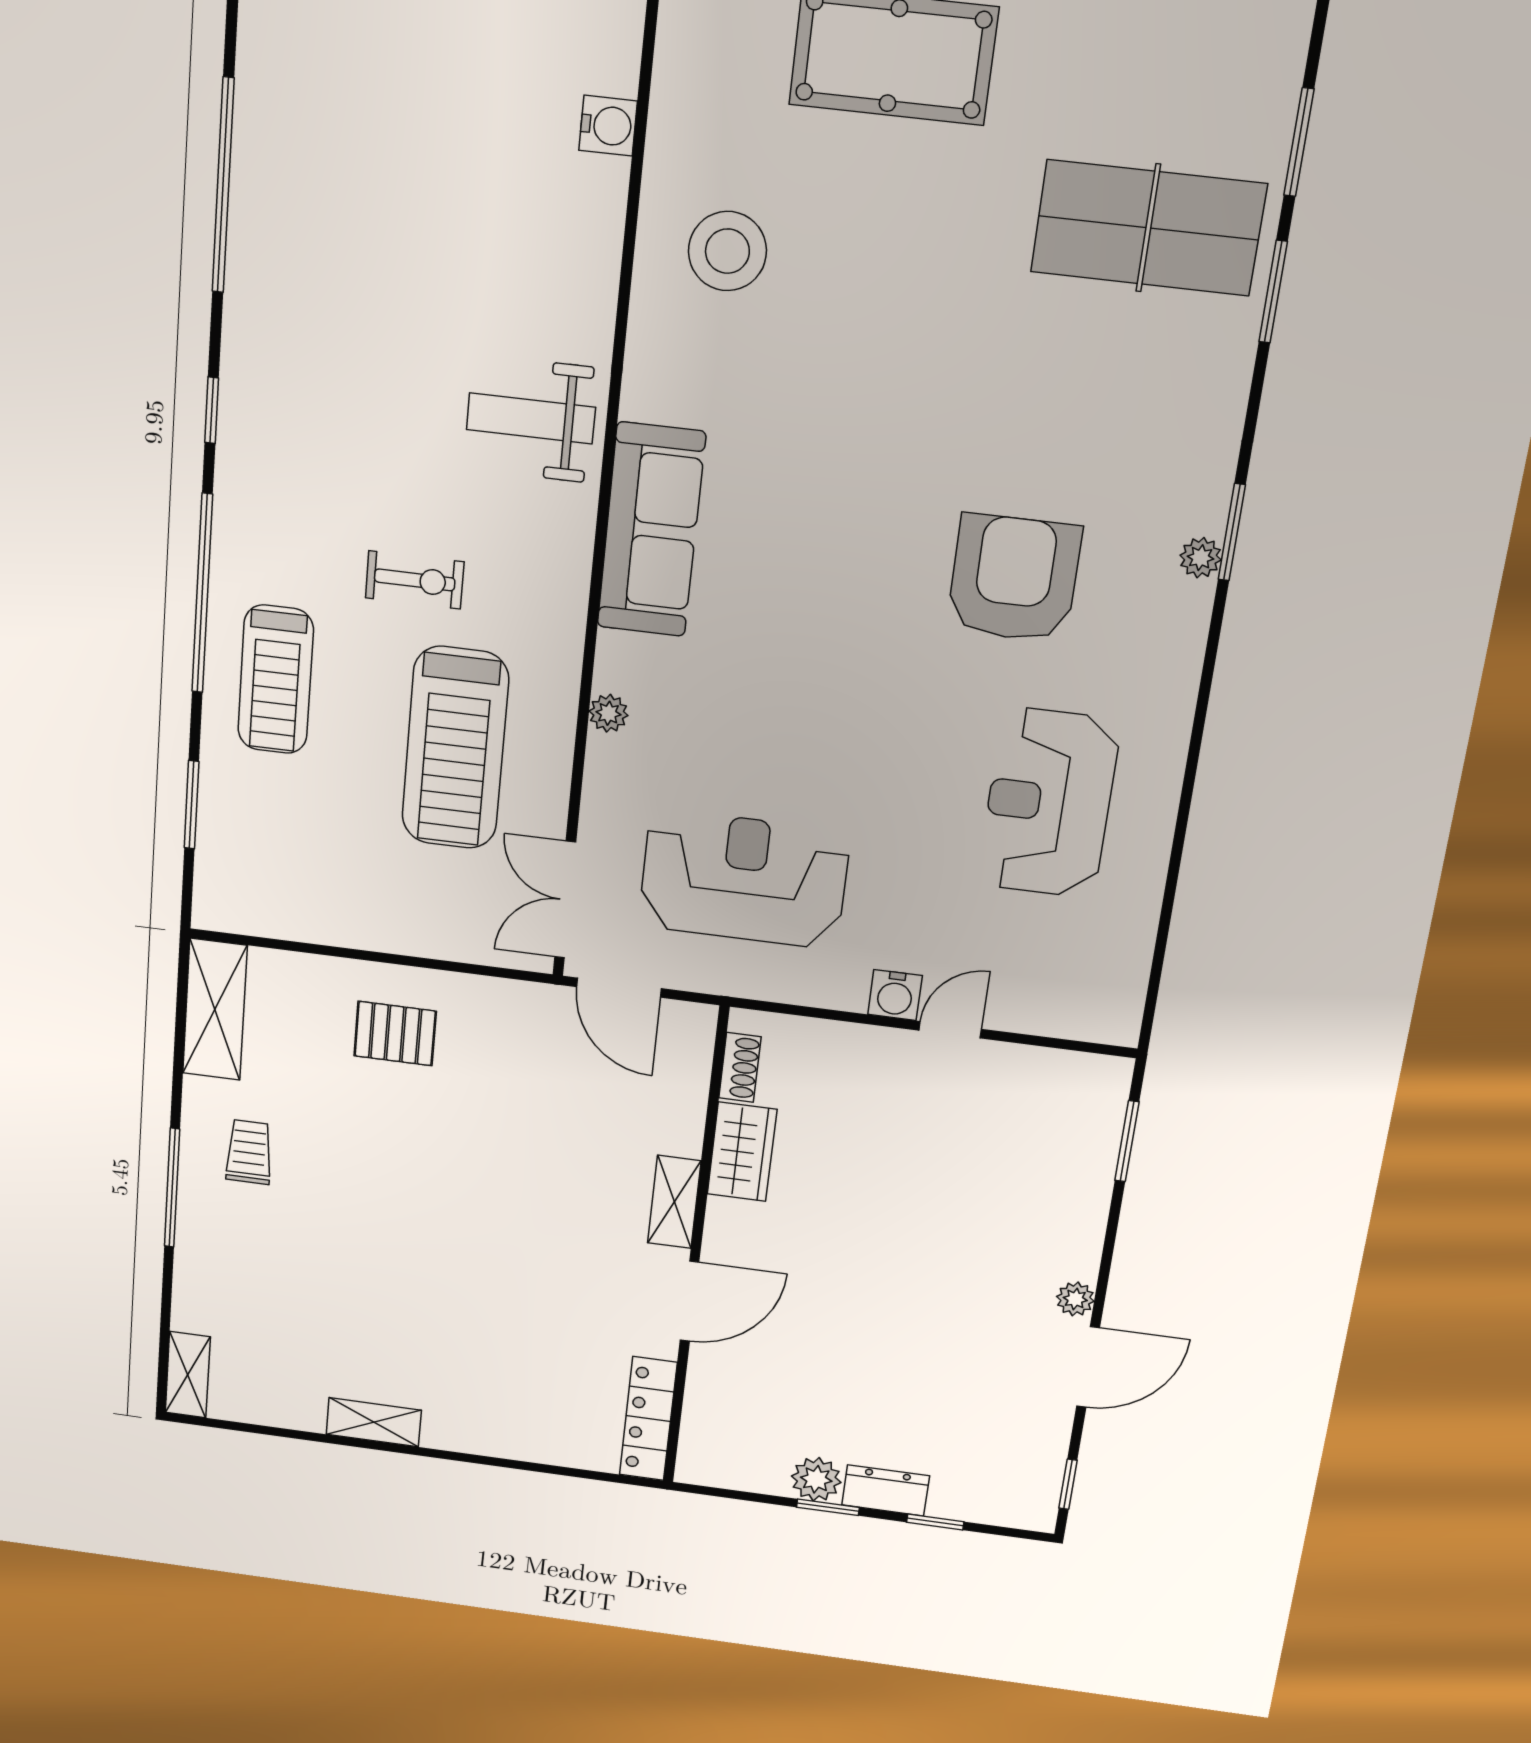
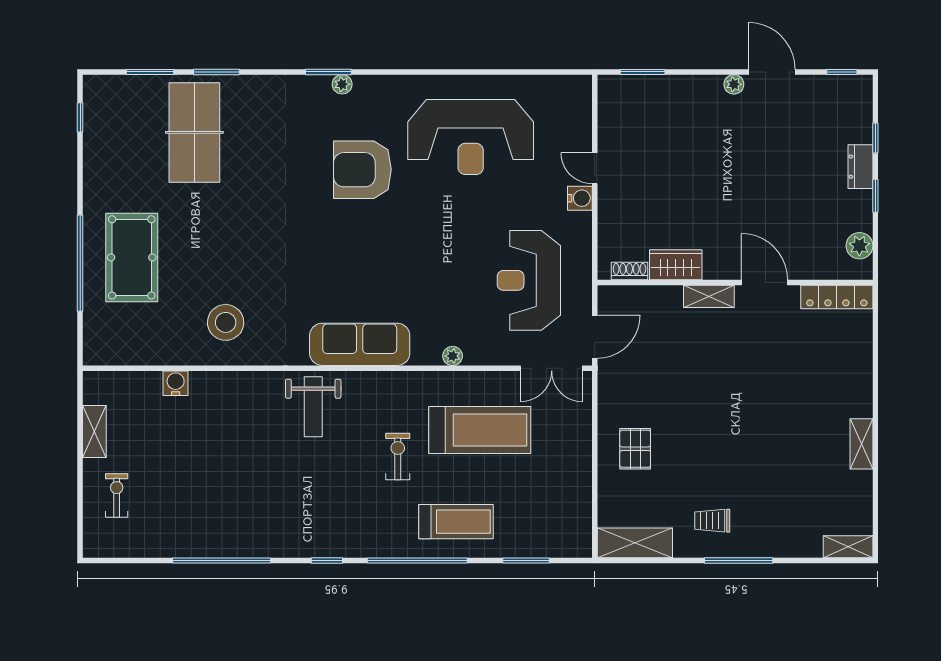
reception desk: (1049, 803) -> (471, 137), width x1.36, depth x1.30
plant: (816, 1479) -> (859, 246), moved

